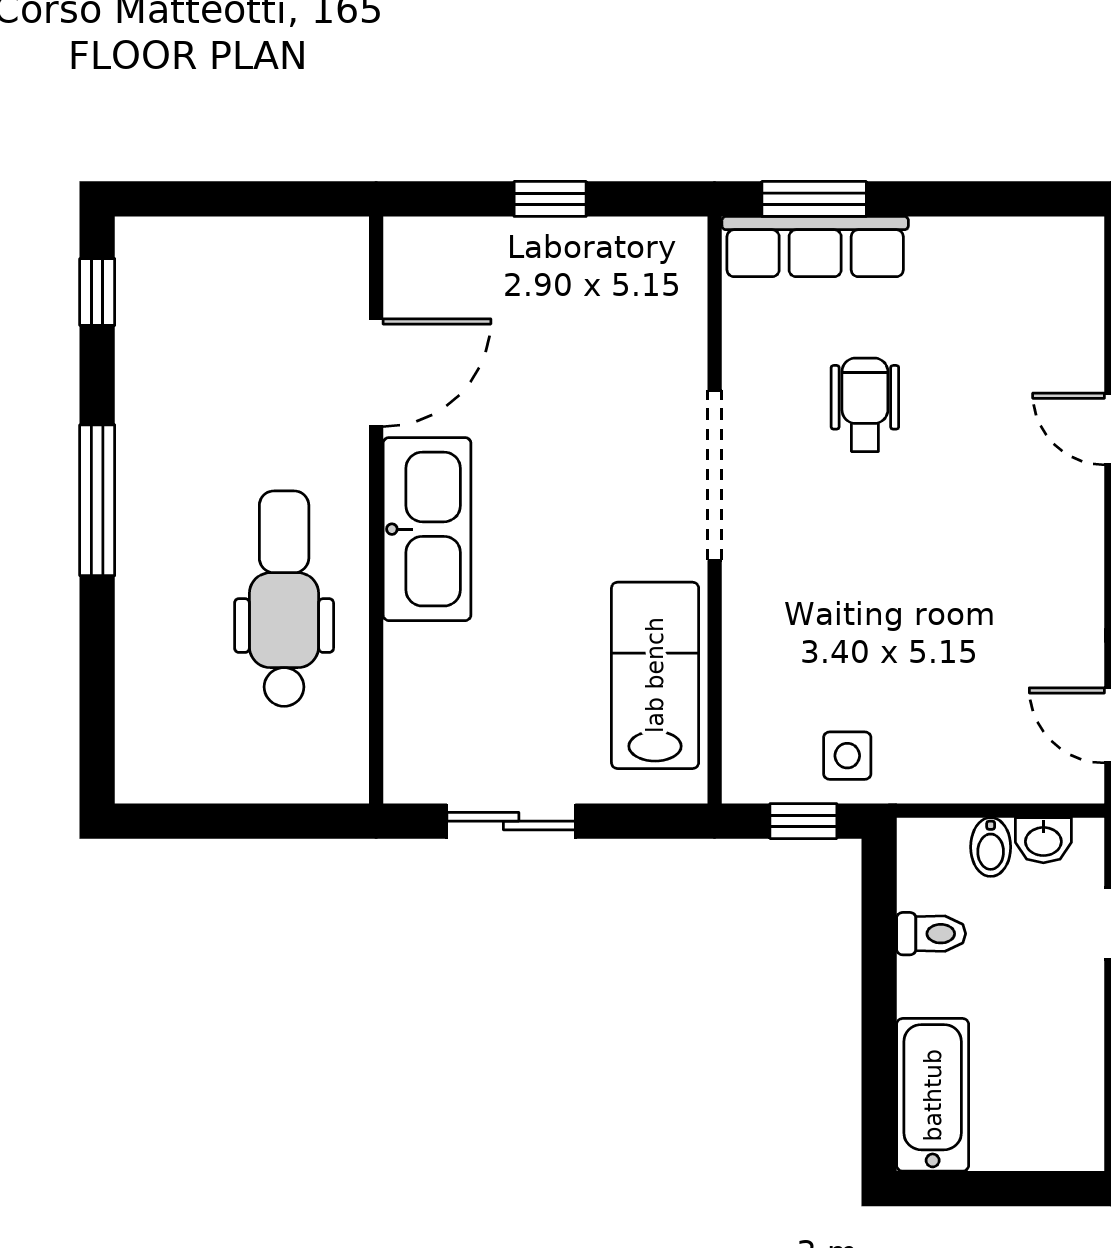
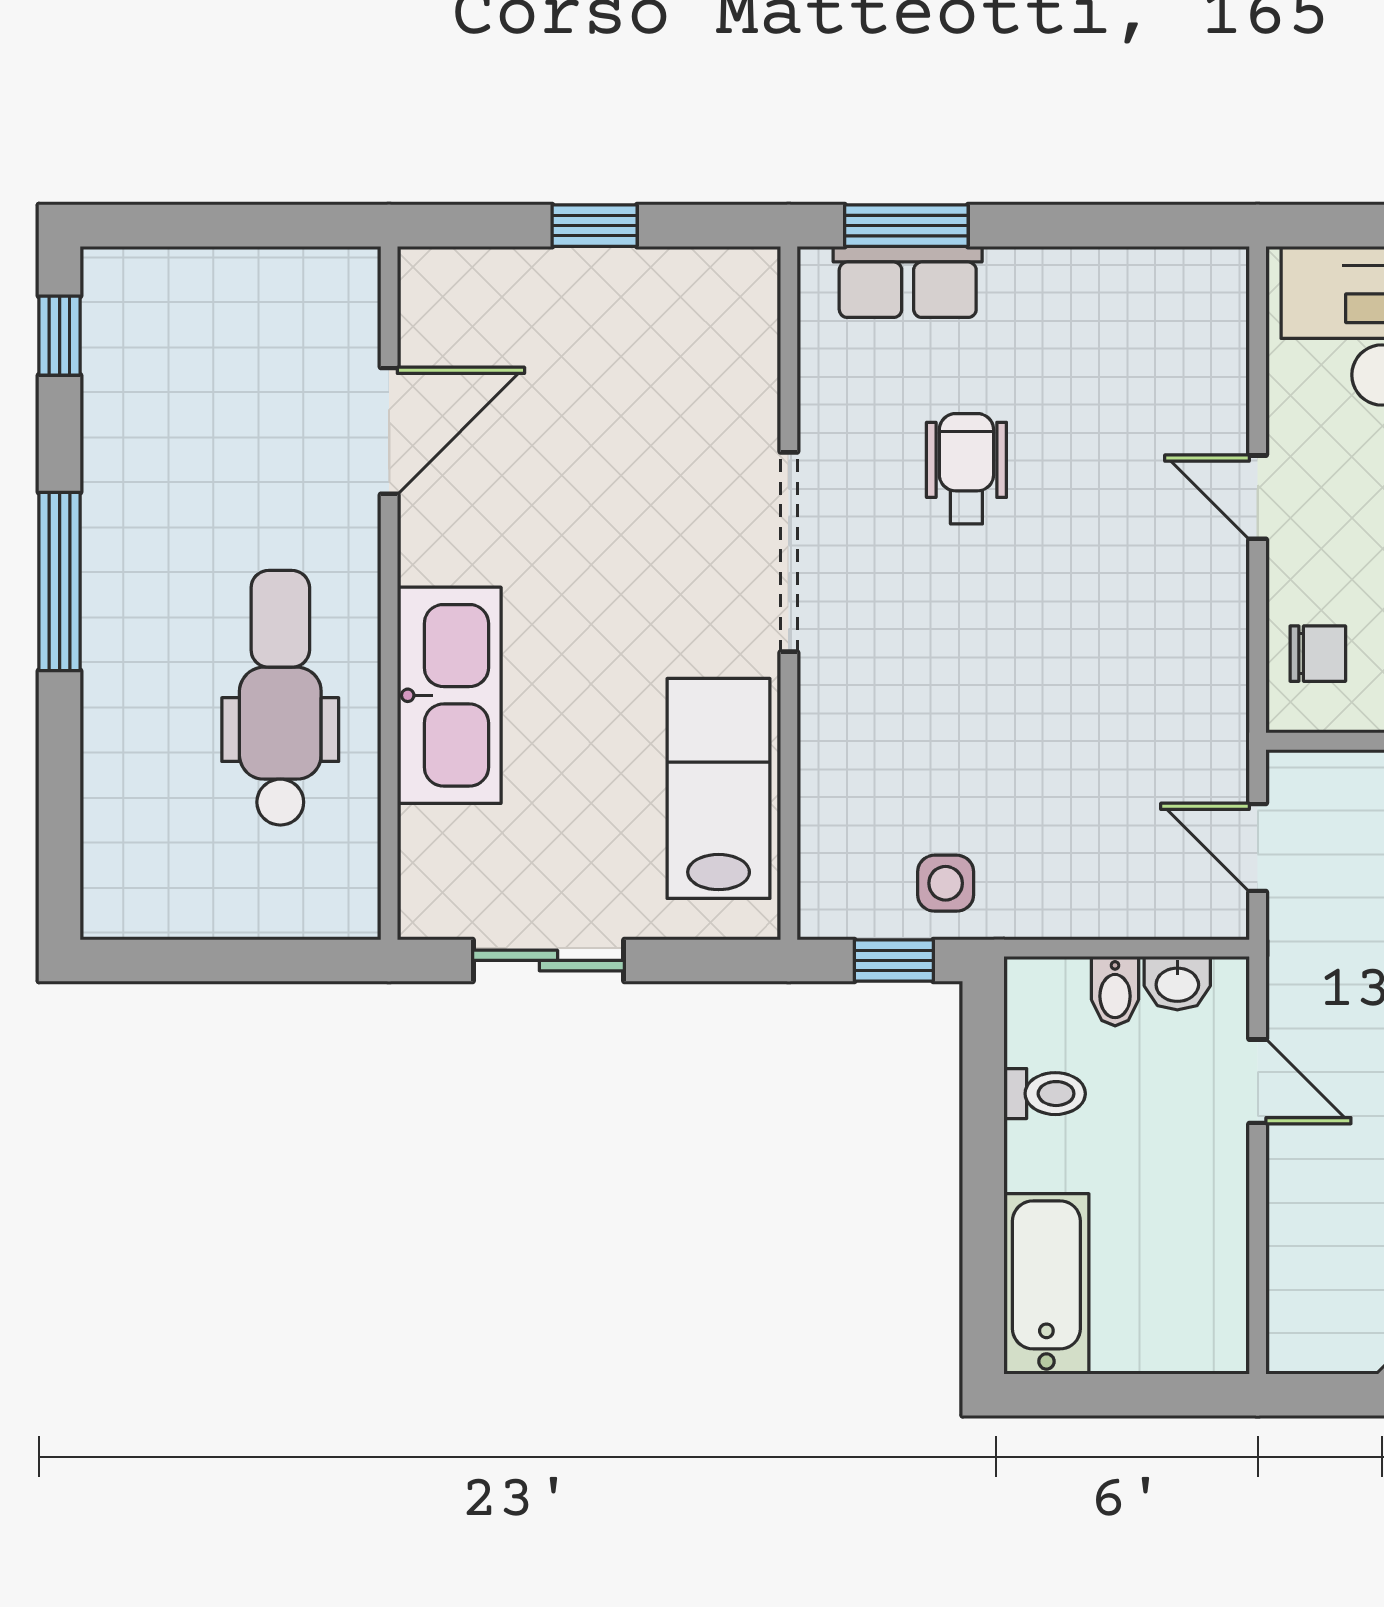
row of seats: (815, 247) -> (908, 282), width x0.68
kitchen sink: (427, 529) -> (449, 695), moved

